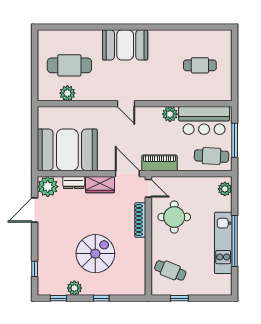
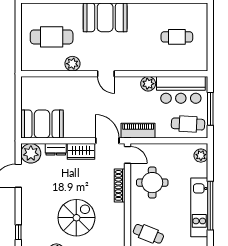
plant: (67, 93) -> (72, 64), moved
booth: (67, 150) -> (42, 124), width x0.73, depth x0.70

